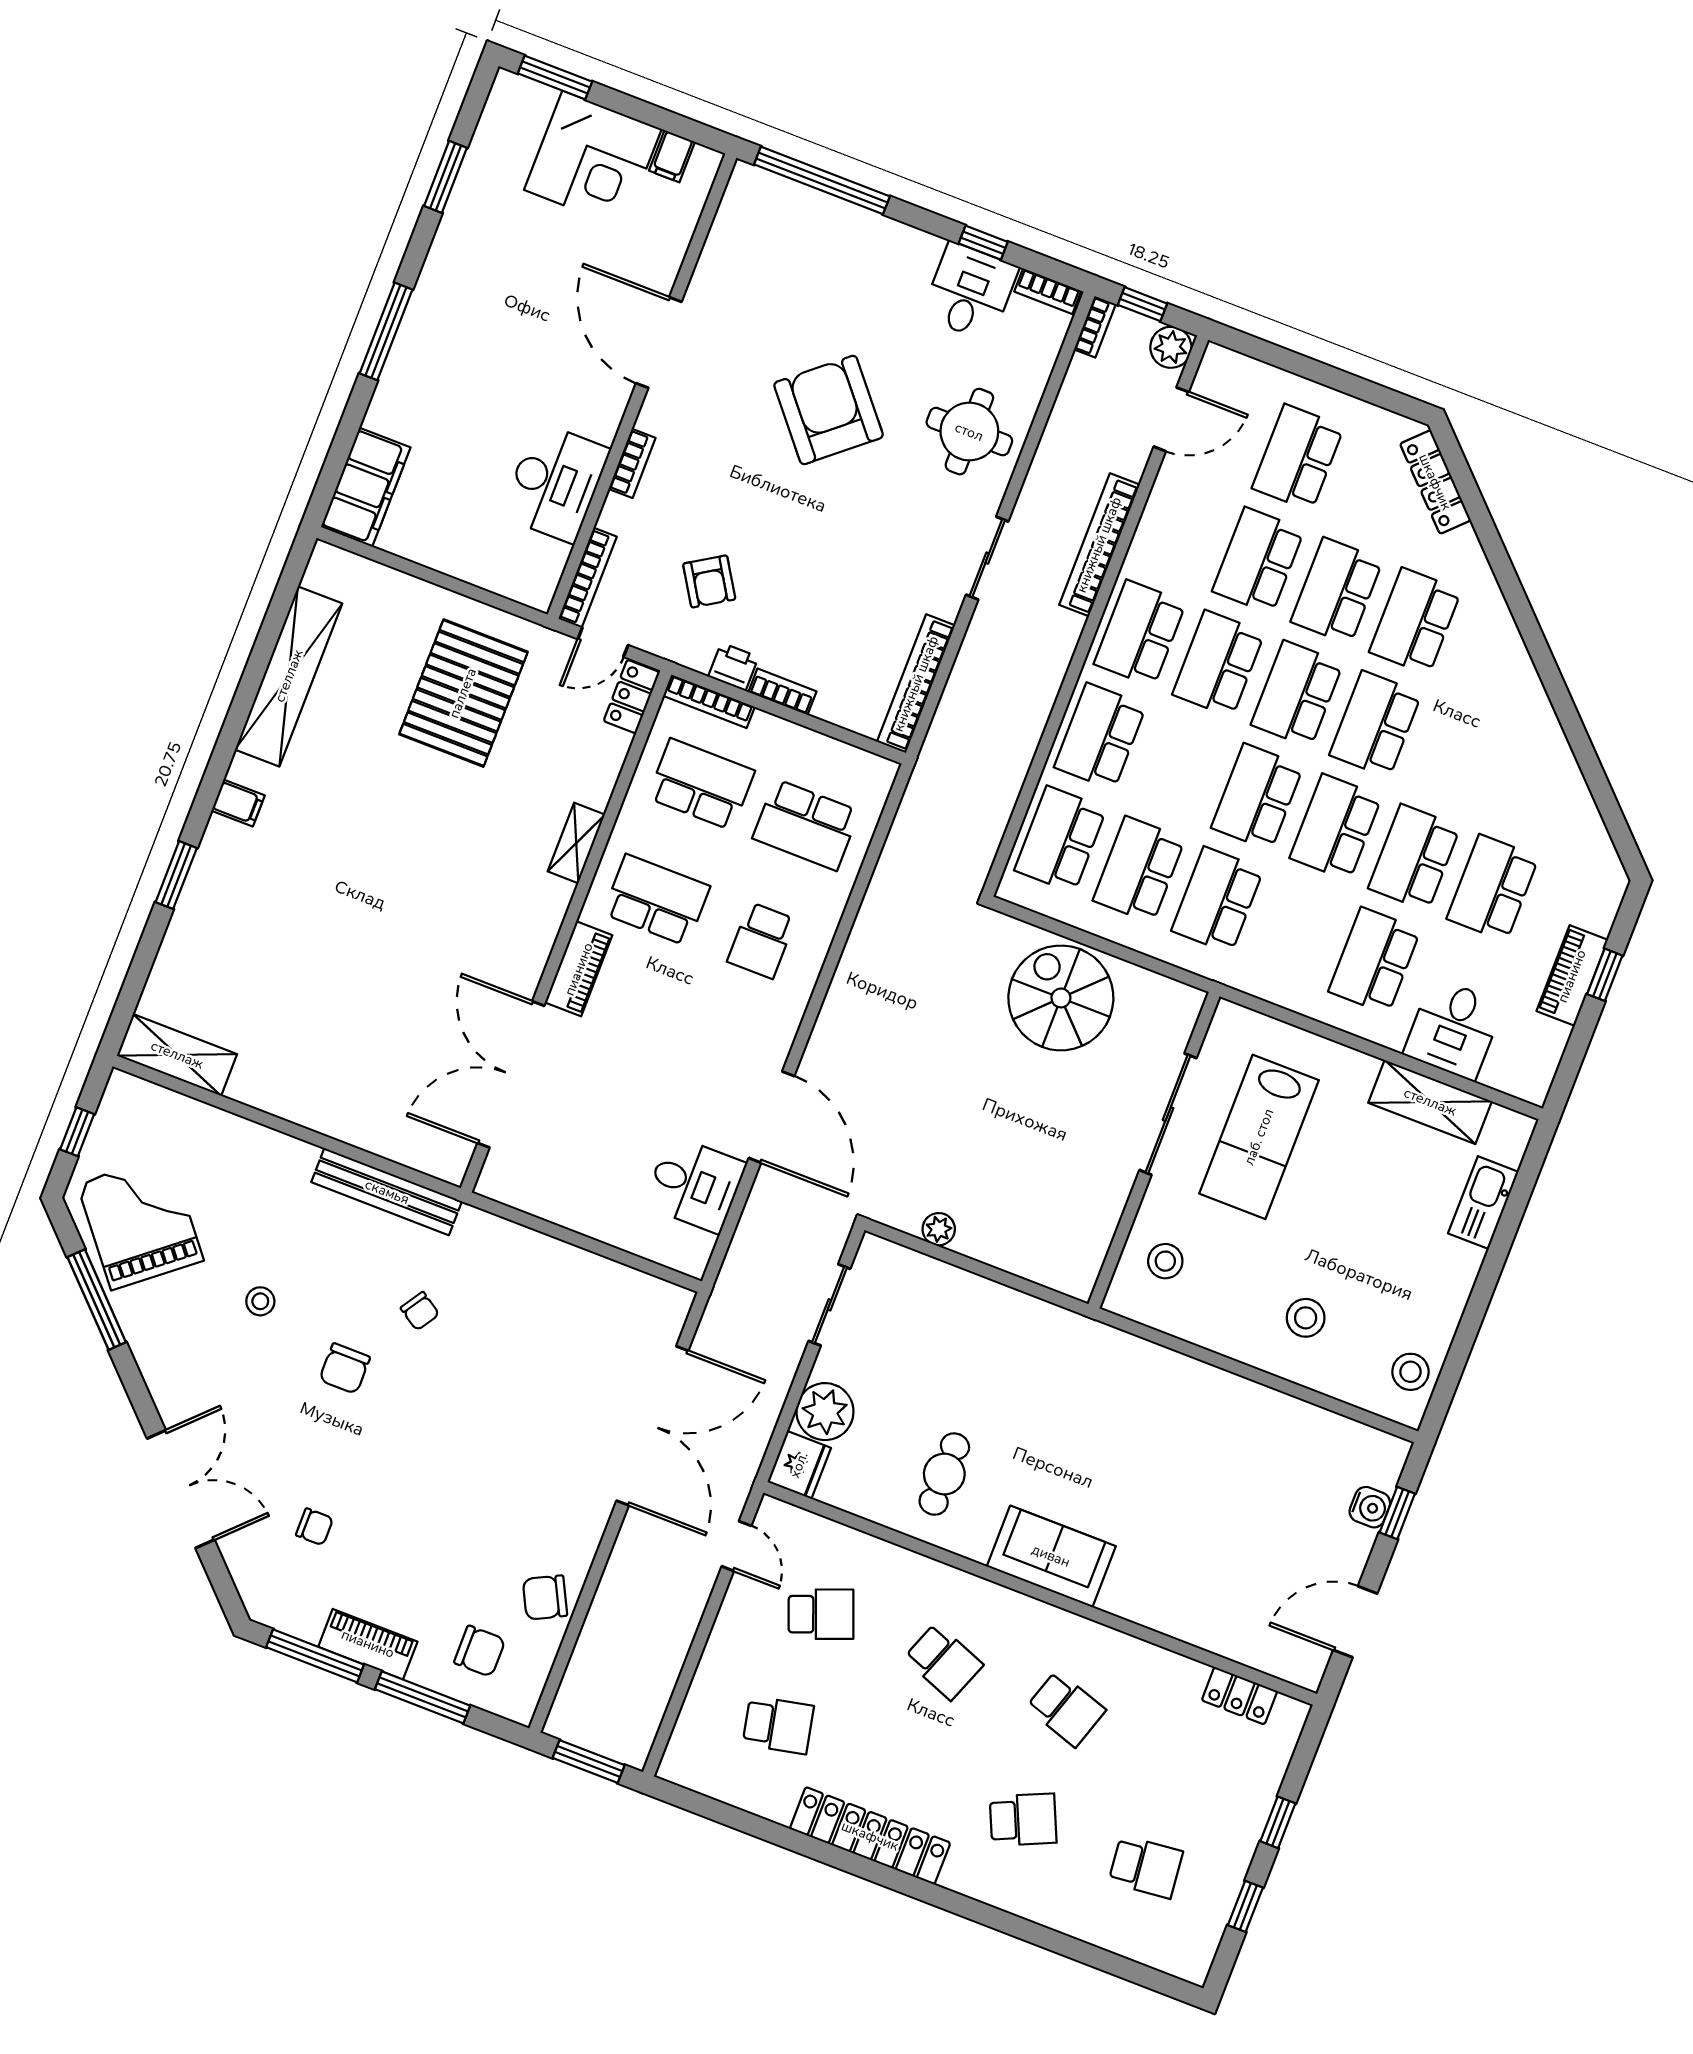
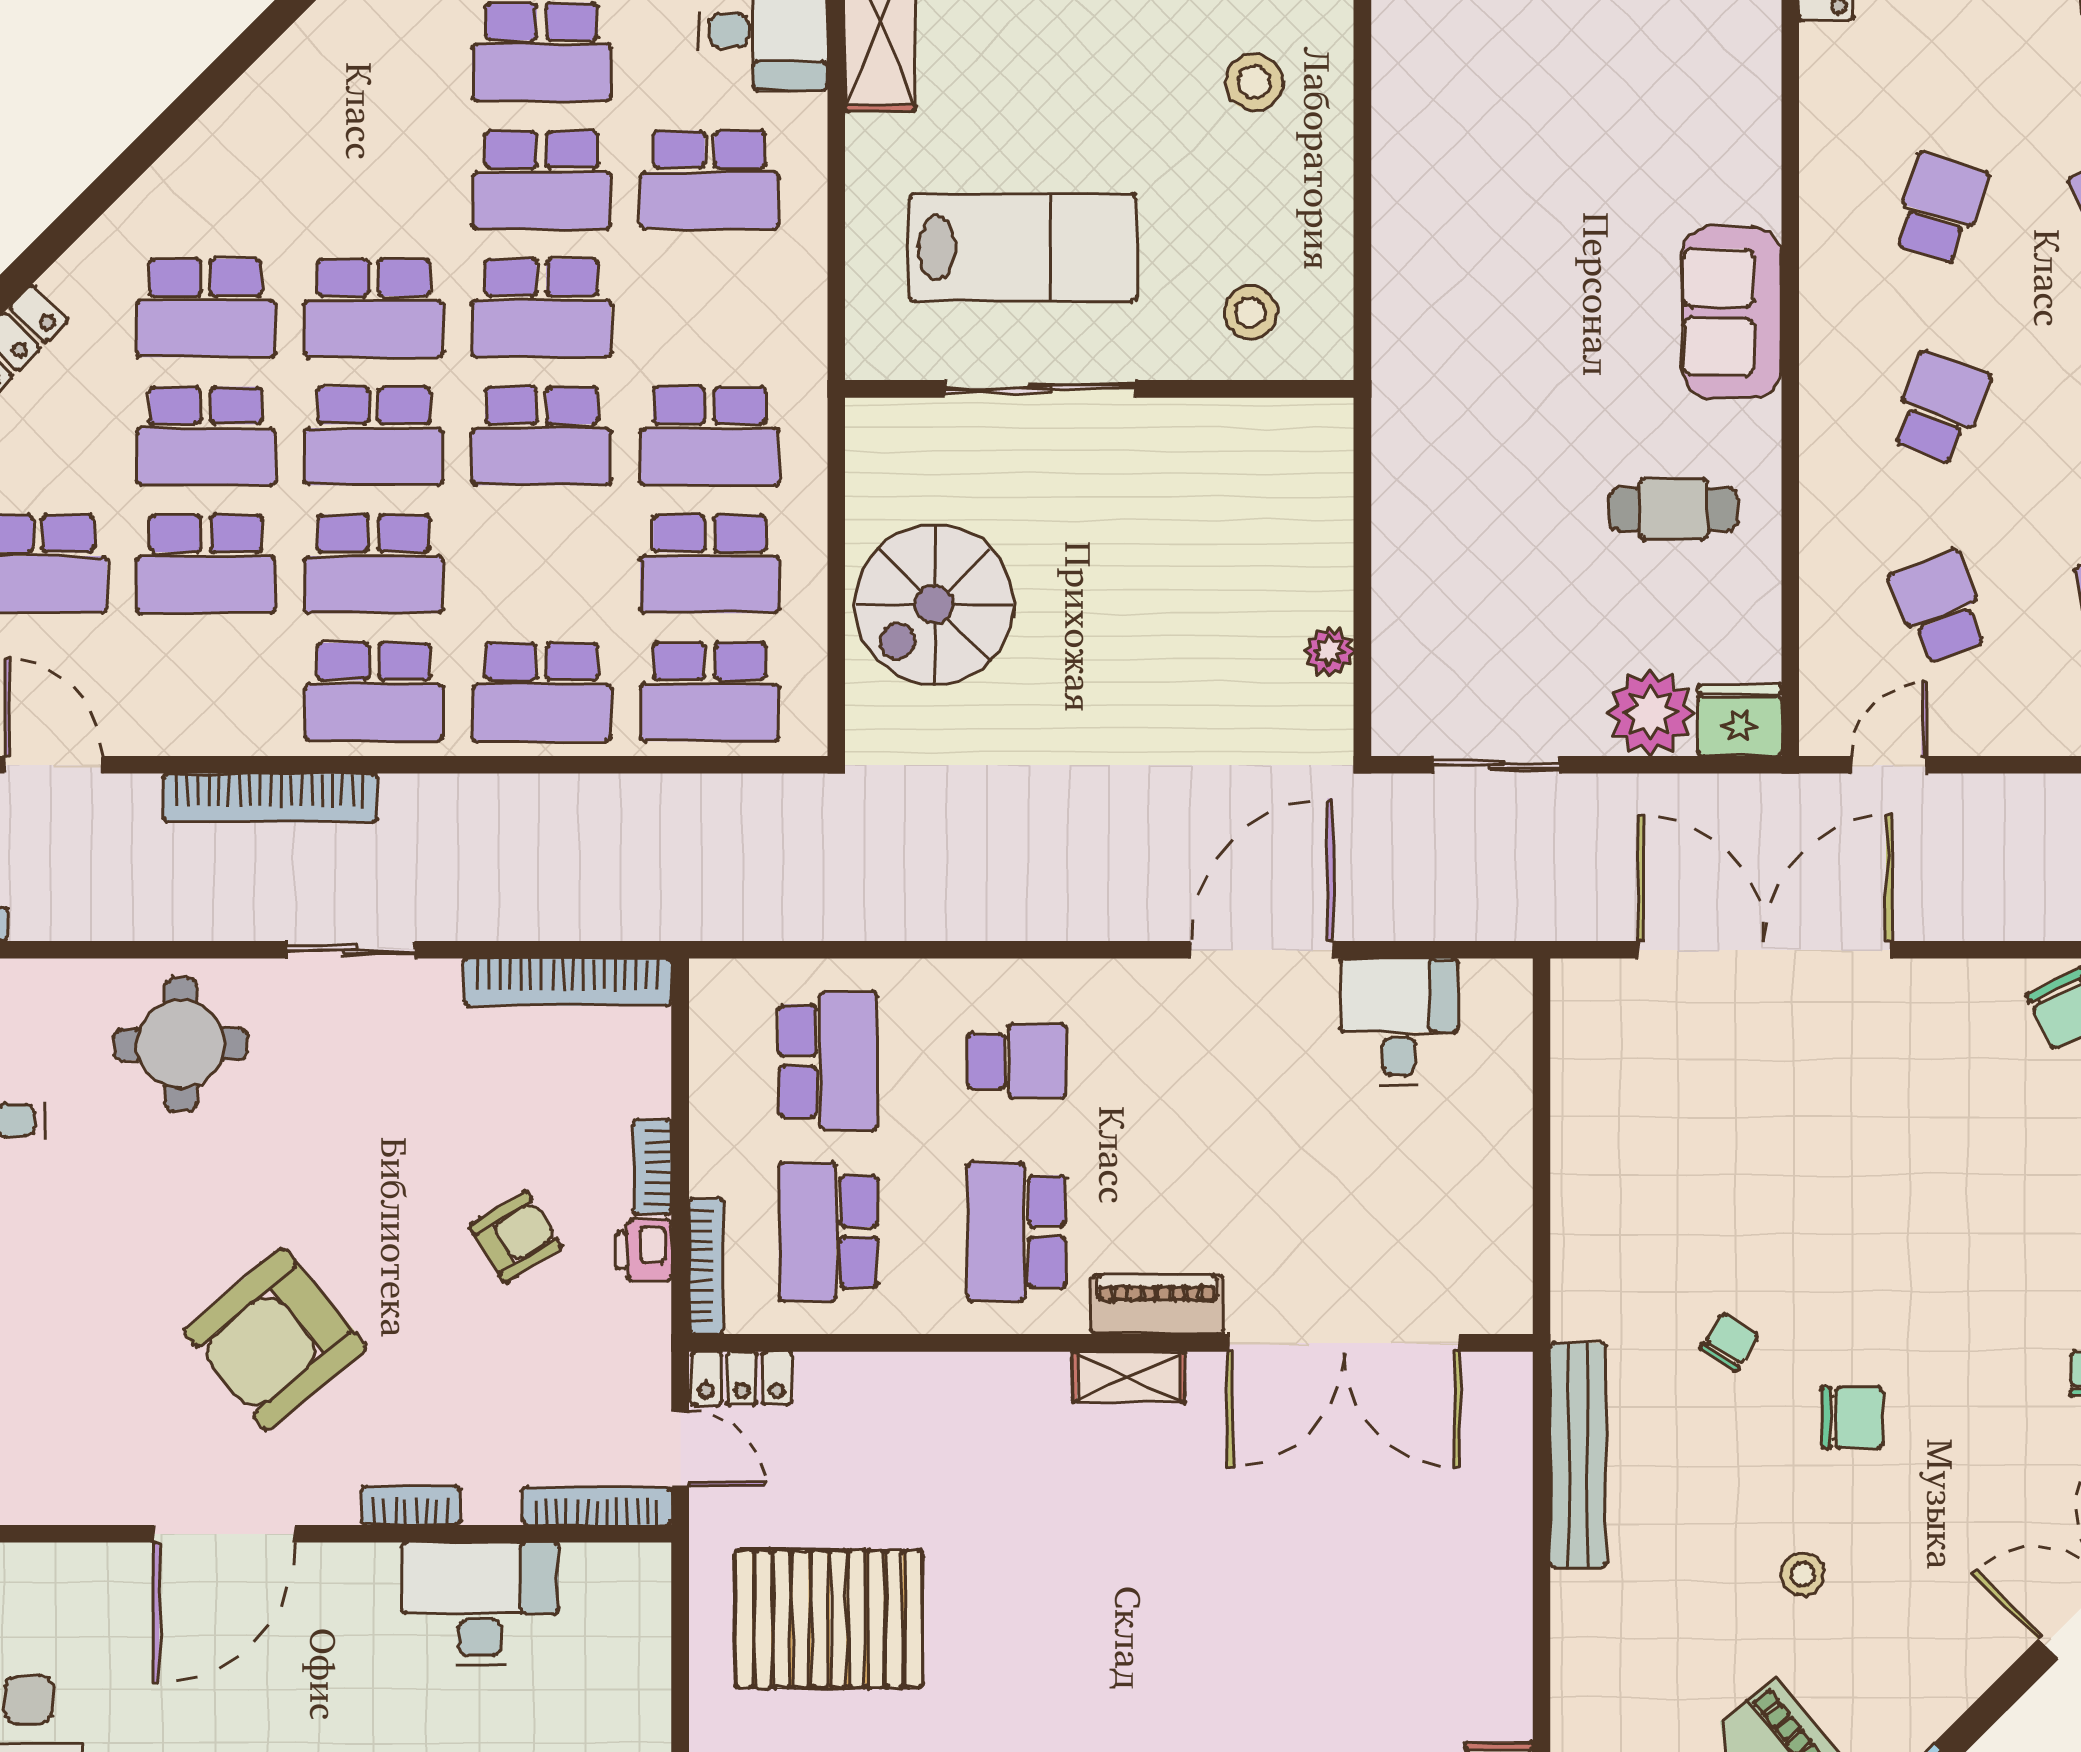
armchair: (829, 410) -> (275, 1339), moved
armchair: (709, 581) -> (516, 1237), moved
shelving: (576, 843) -> (1129, 1377), moved

